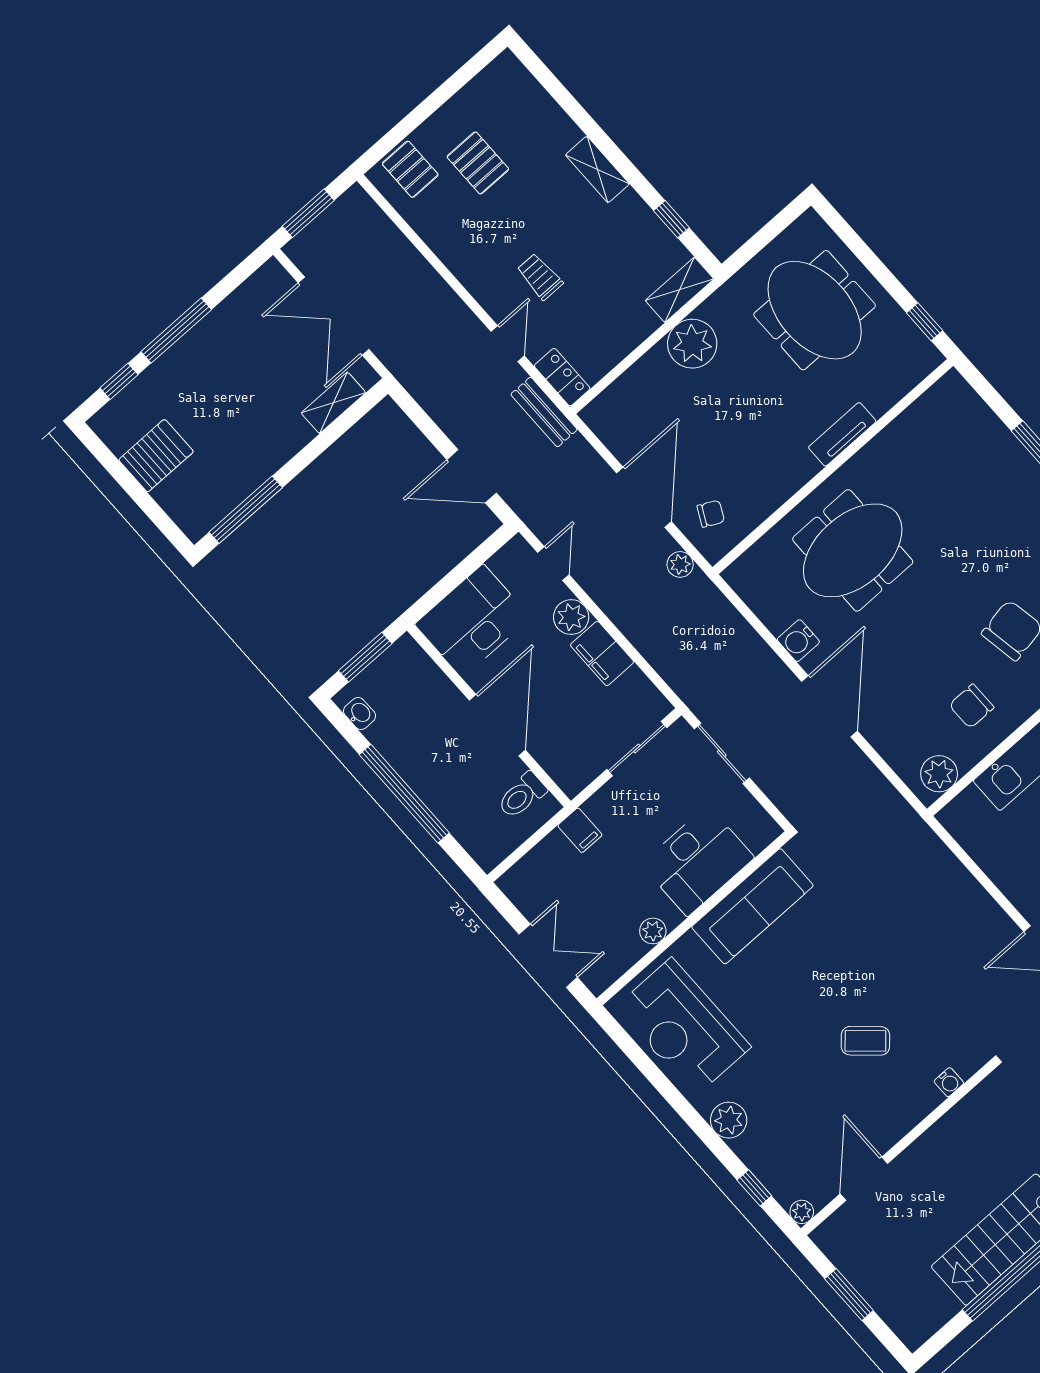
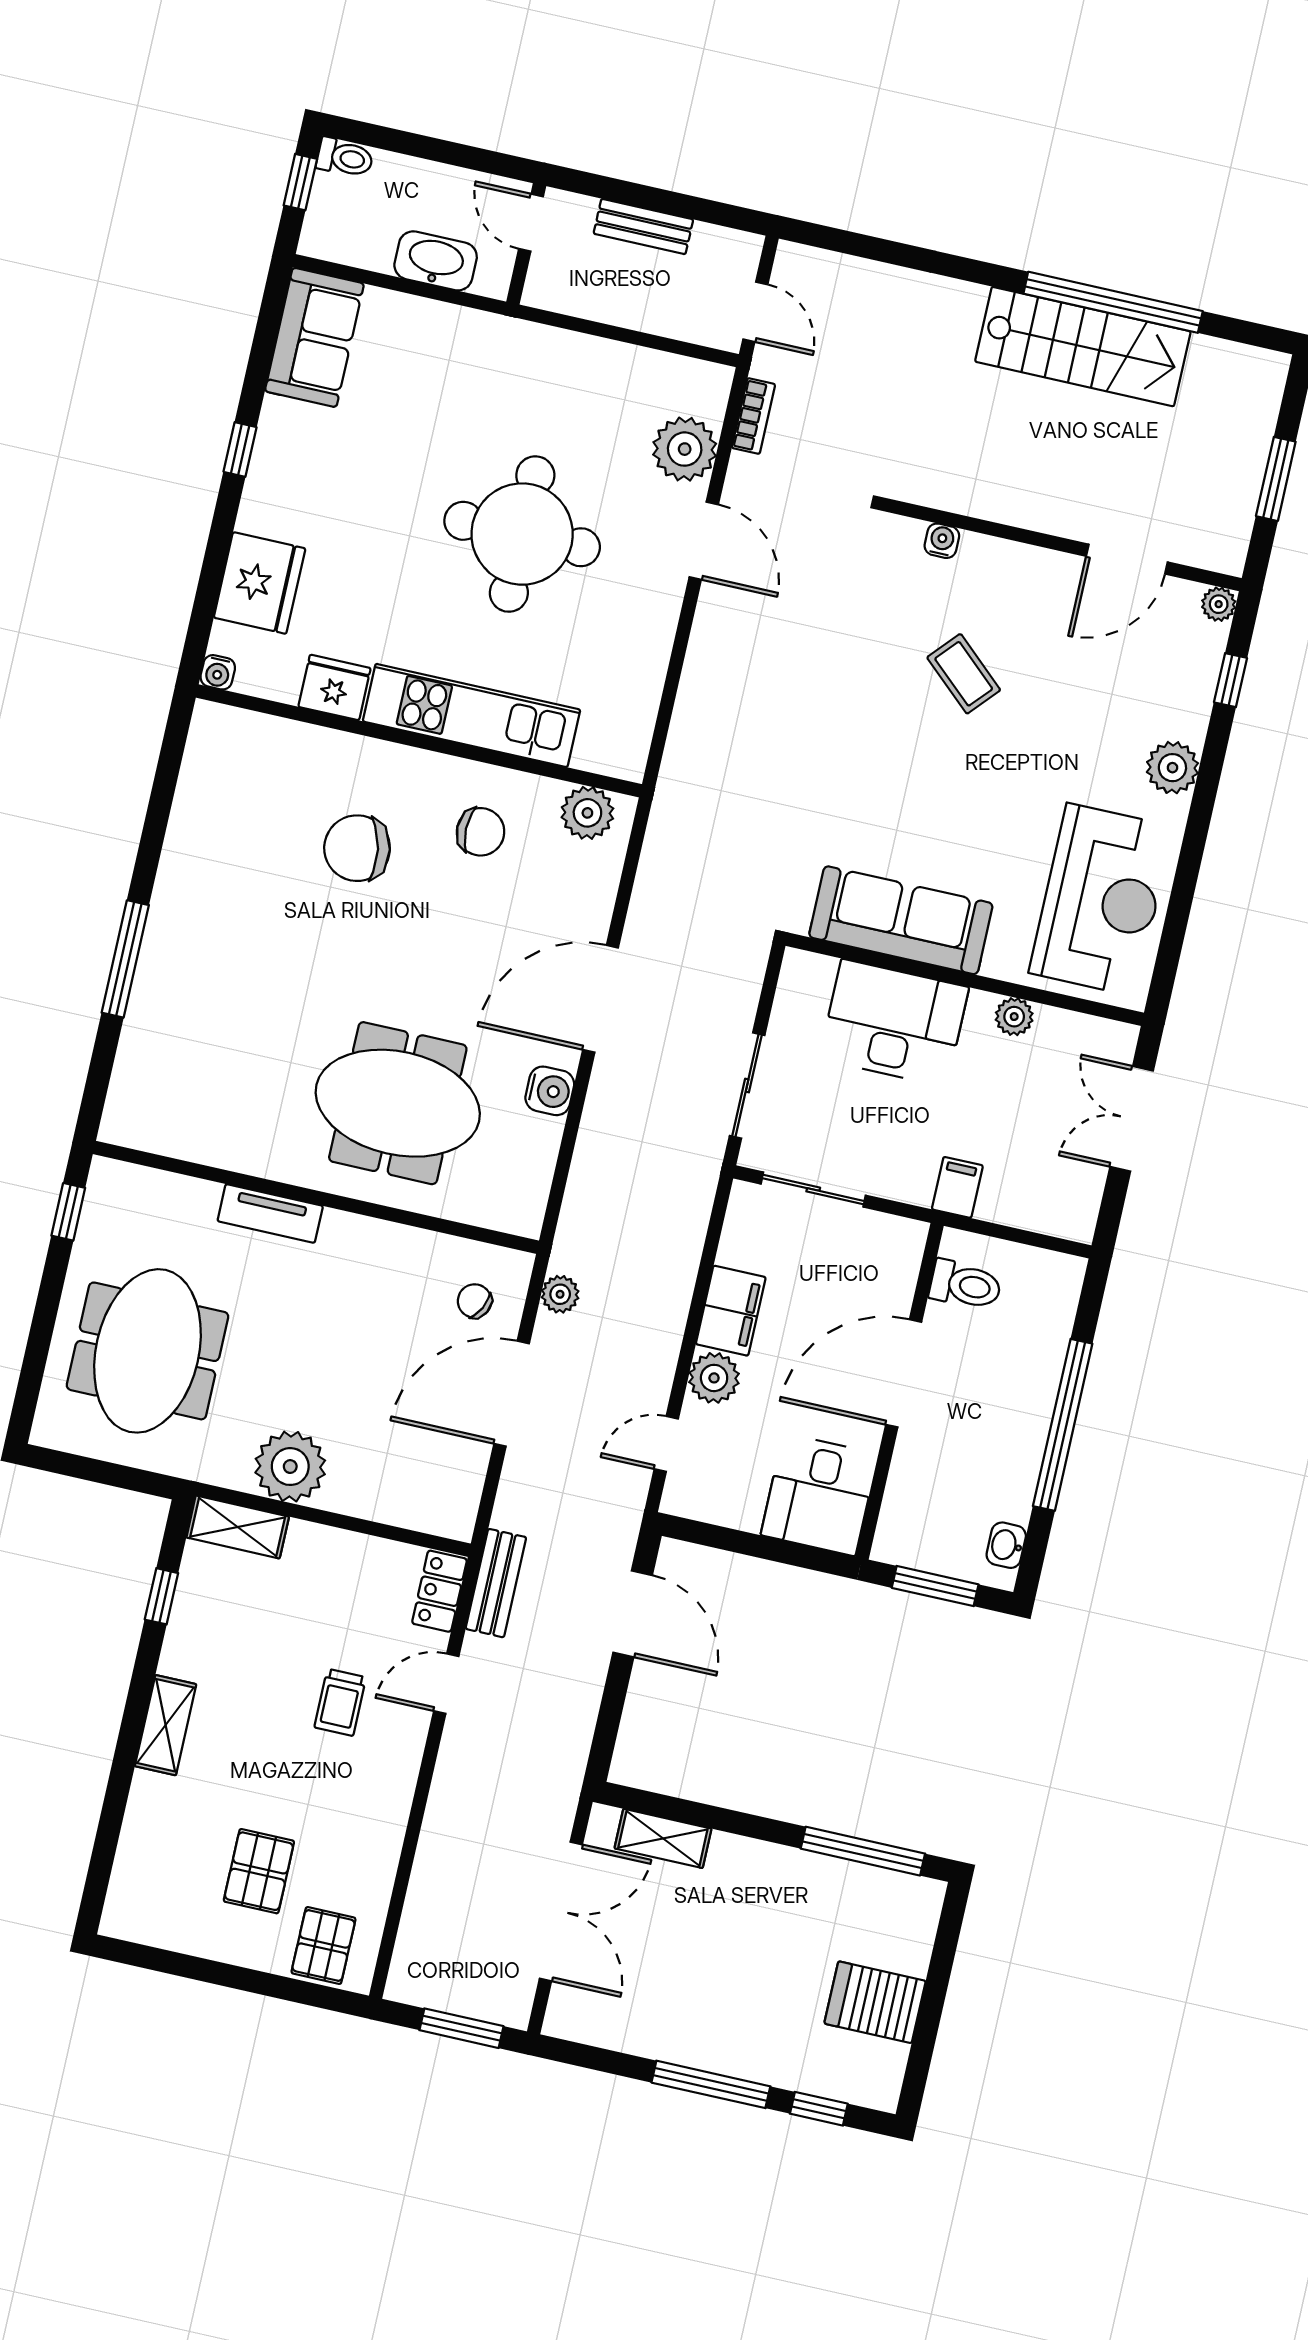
desk: (473, 621) -> (819, 1495), width x0.73

